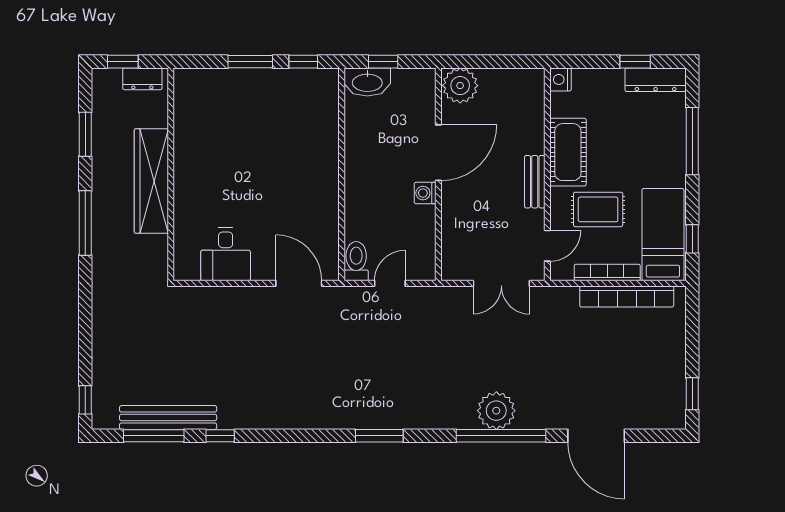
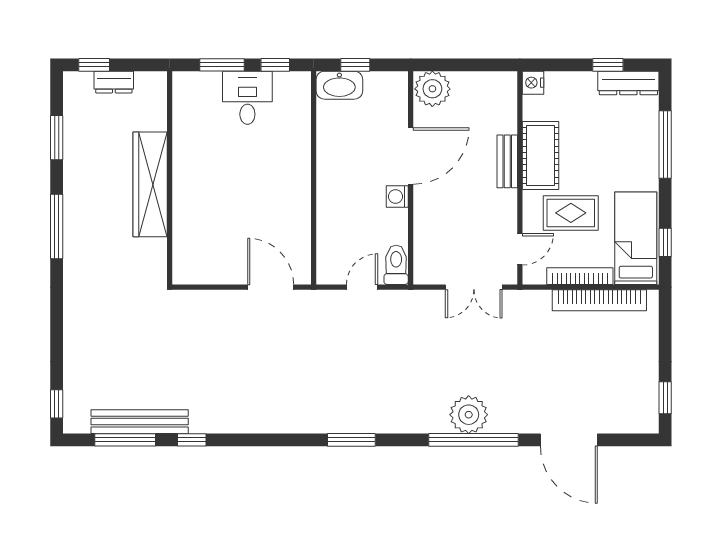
wall: (171, 174) -> (170, 178), moved
wardrobe: (151, 181) -> (150, 184), moved
bench: (535, 182) -> (507, 161), moved
desk: (226, 254) -> (247, 98), moved, turned 180
toilet: (356, 261) -> (396, 265), moved

